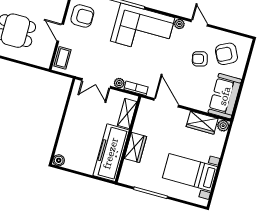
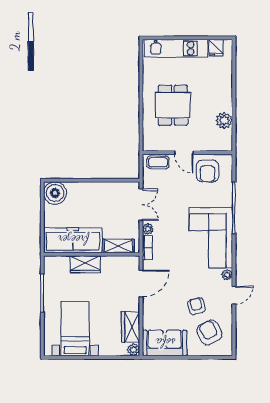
door: (60, 33) -> (184, 153), swing flipped
double door: (96, 83) -> (141, 205), swing flipped
boiler: (59, 160) -> (55, 193), width x1.86, depth x1.86

